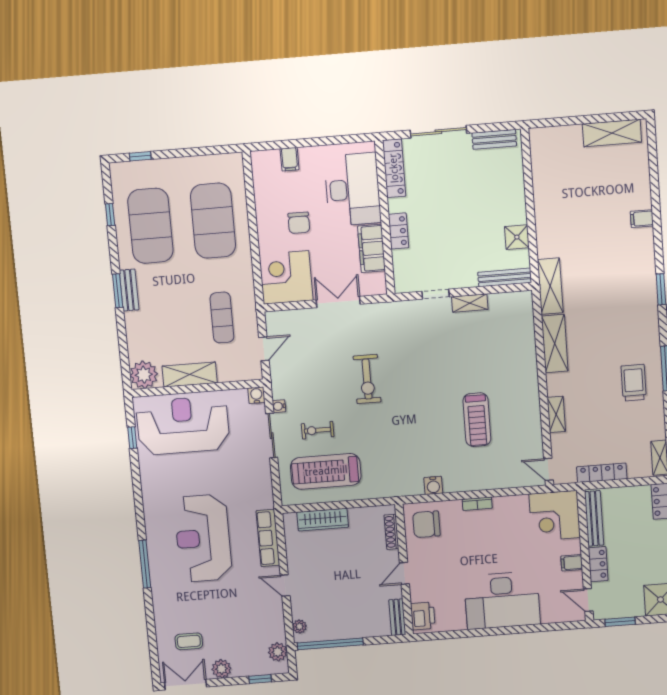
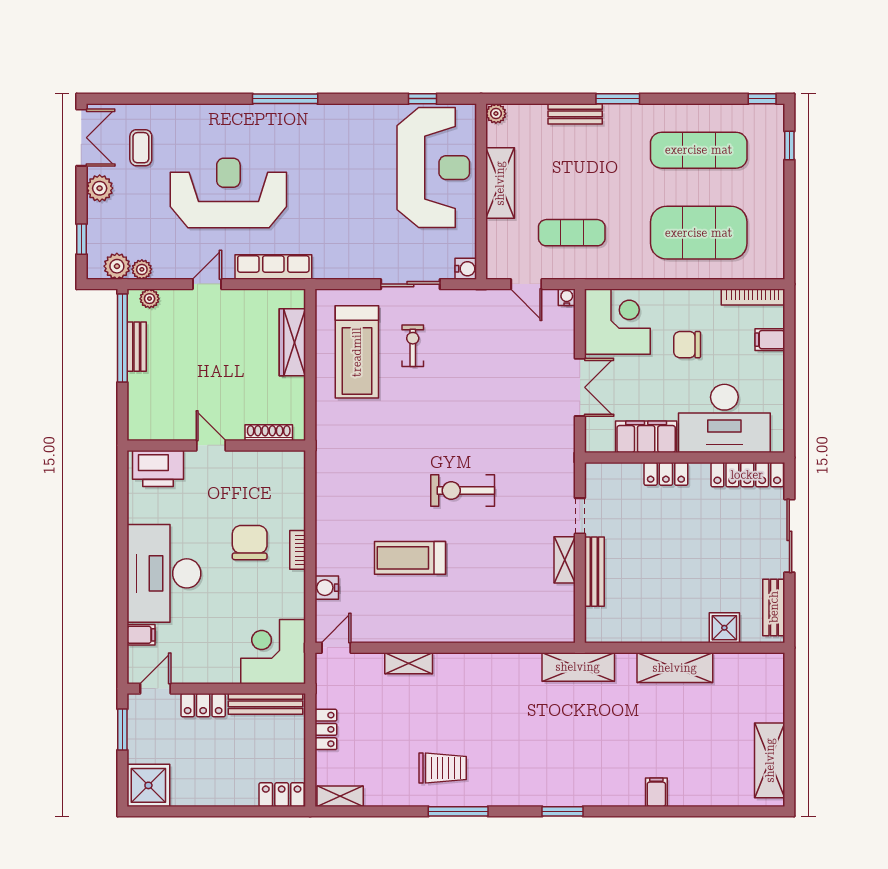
bookcase: (258, 175) -> (753, 297), added
window: (110, 215) -> (762, 99), moved
exercise mat: (150, 226) -> (699, 150), width x0.68
shower: (517, 237) -> (724, 628), moved
bench: (505, 277) -> (594, 572), moved
bench: (129, 290) -> (575, 114), moved
shelving: (555, 344) -> (675, 668), moved
plant: (144, 375) -> (496, 114), width x0.53, depth x0.53
exercise bike: (367, 379) -> (463, 491), moved
water cooler: (279, 406) -> (567, 297), moved
treadmill: (326, 471) -> (357, 352), turned 180
locker: (602, 473) -> (326, 729), width x0.66
water cooler: (433, 485) -> (327, 588), moved
chair: (426, 524) -> (250, 543), moved
reception desk: (203, 538) -> (228, 193), moved
filing cabinet: (572, 563) -> (141, 635), moved, turned 90
window: (145, 564) -> (285, 99), moved
printer: (423, 616) -> (158, 468), width x1.37, depth x1.19
bench: (397, 617) -> (137, 347), moved, turned 90
plant: (278, 634) -> (142, 269), added

